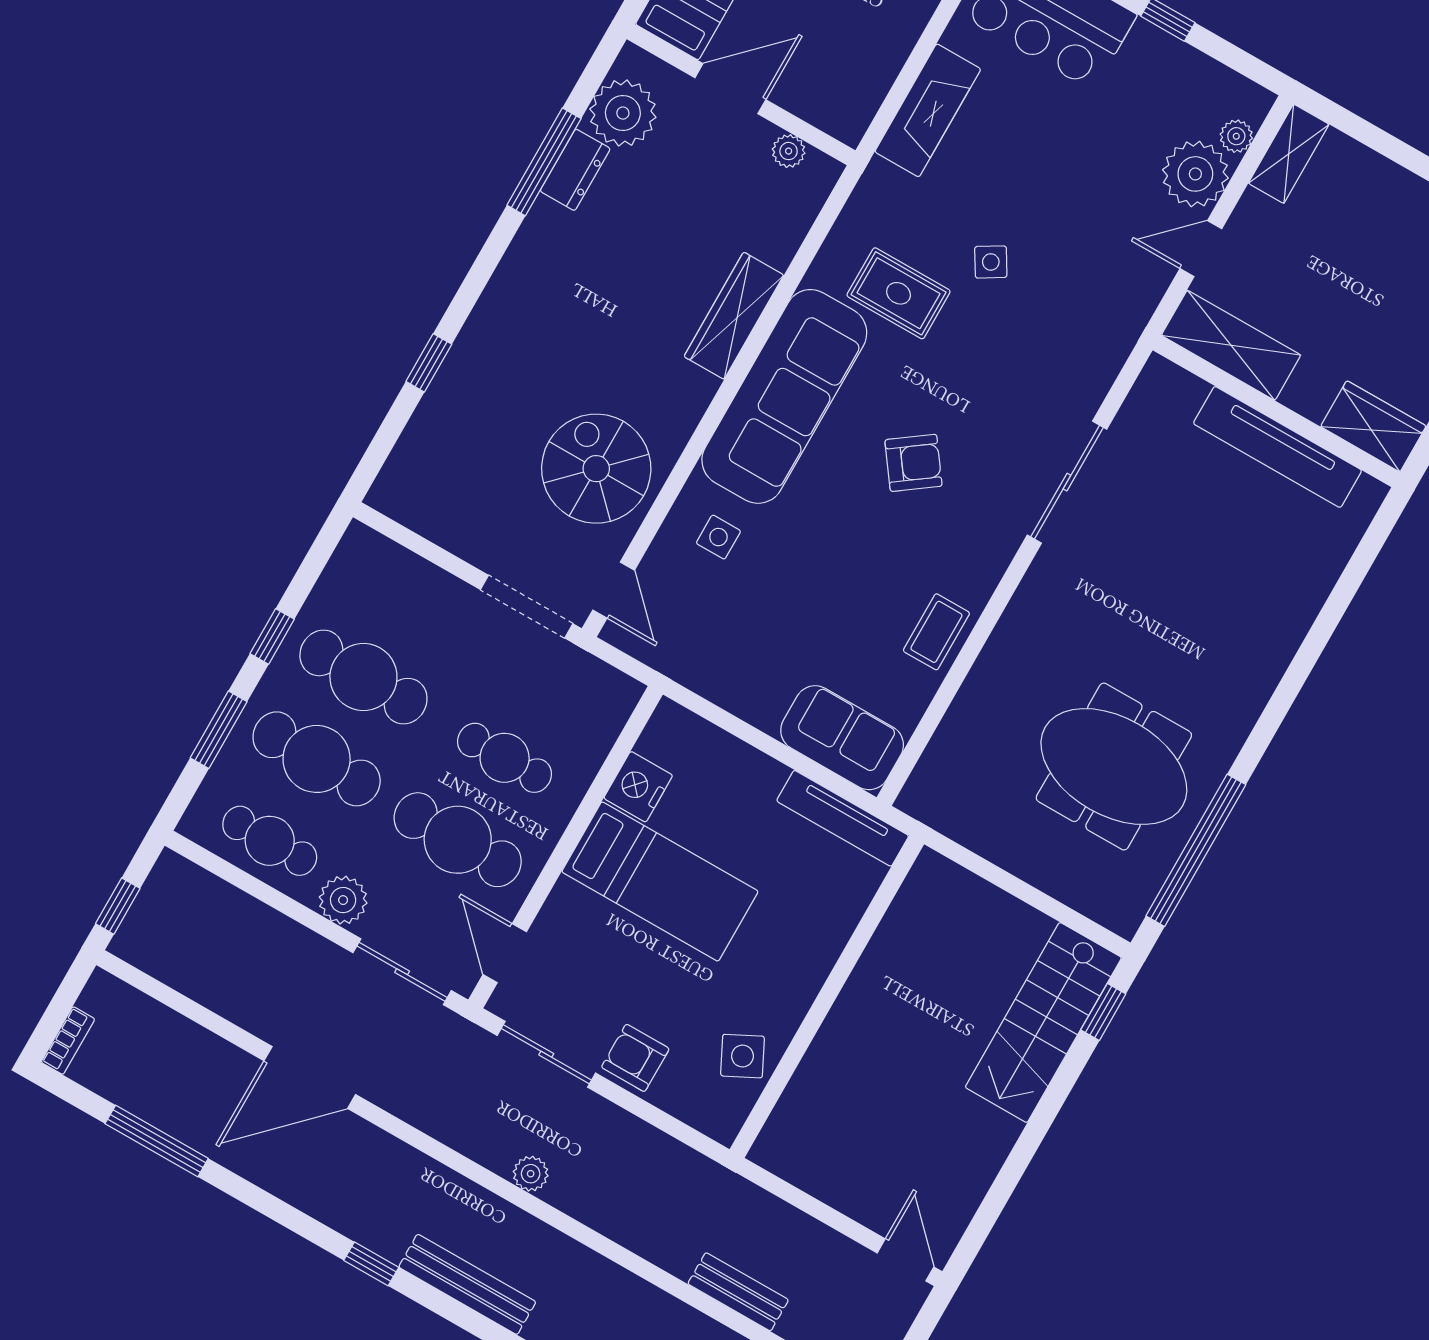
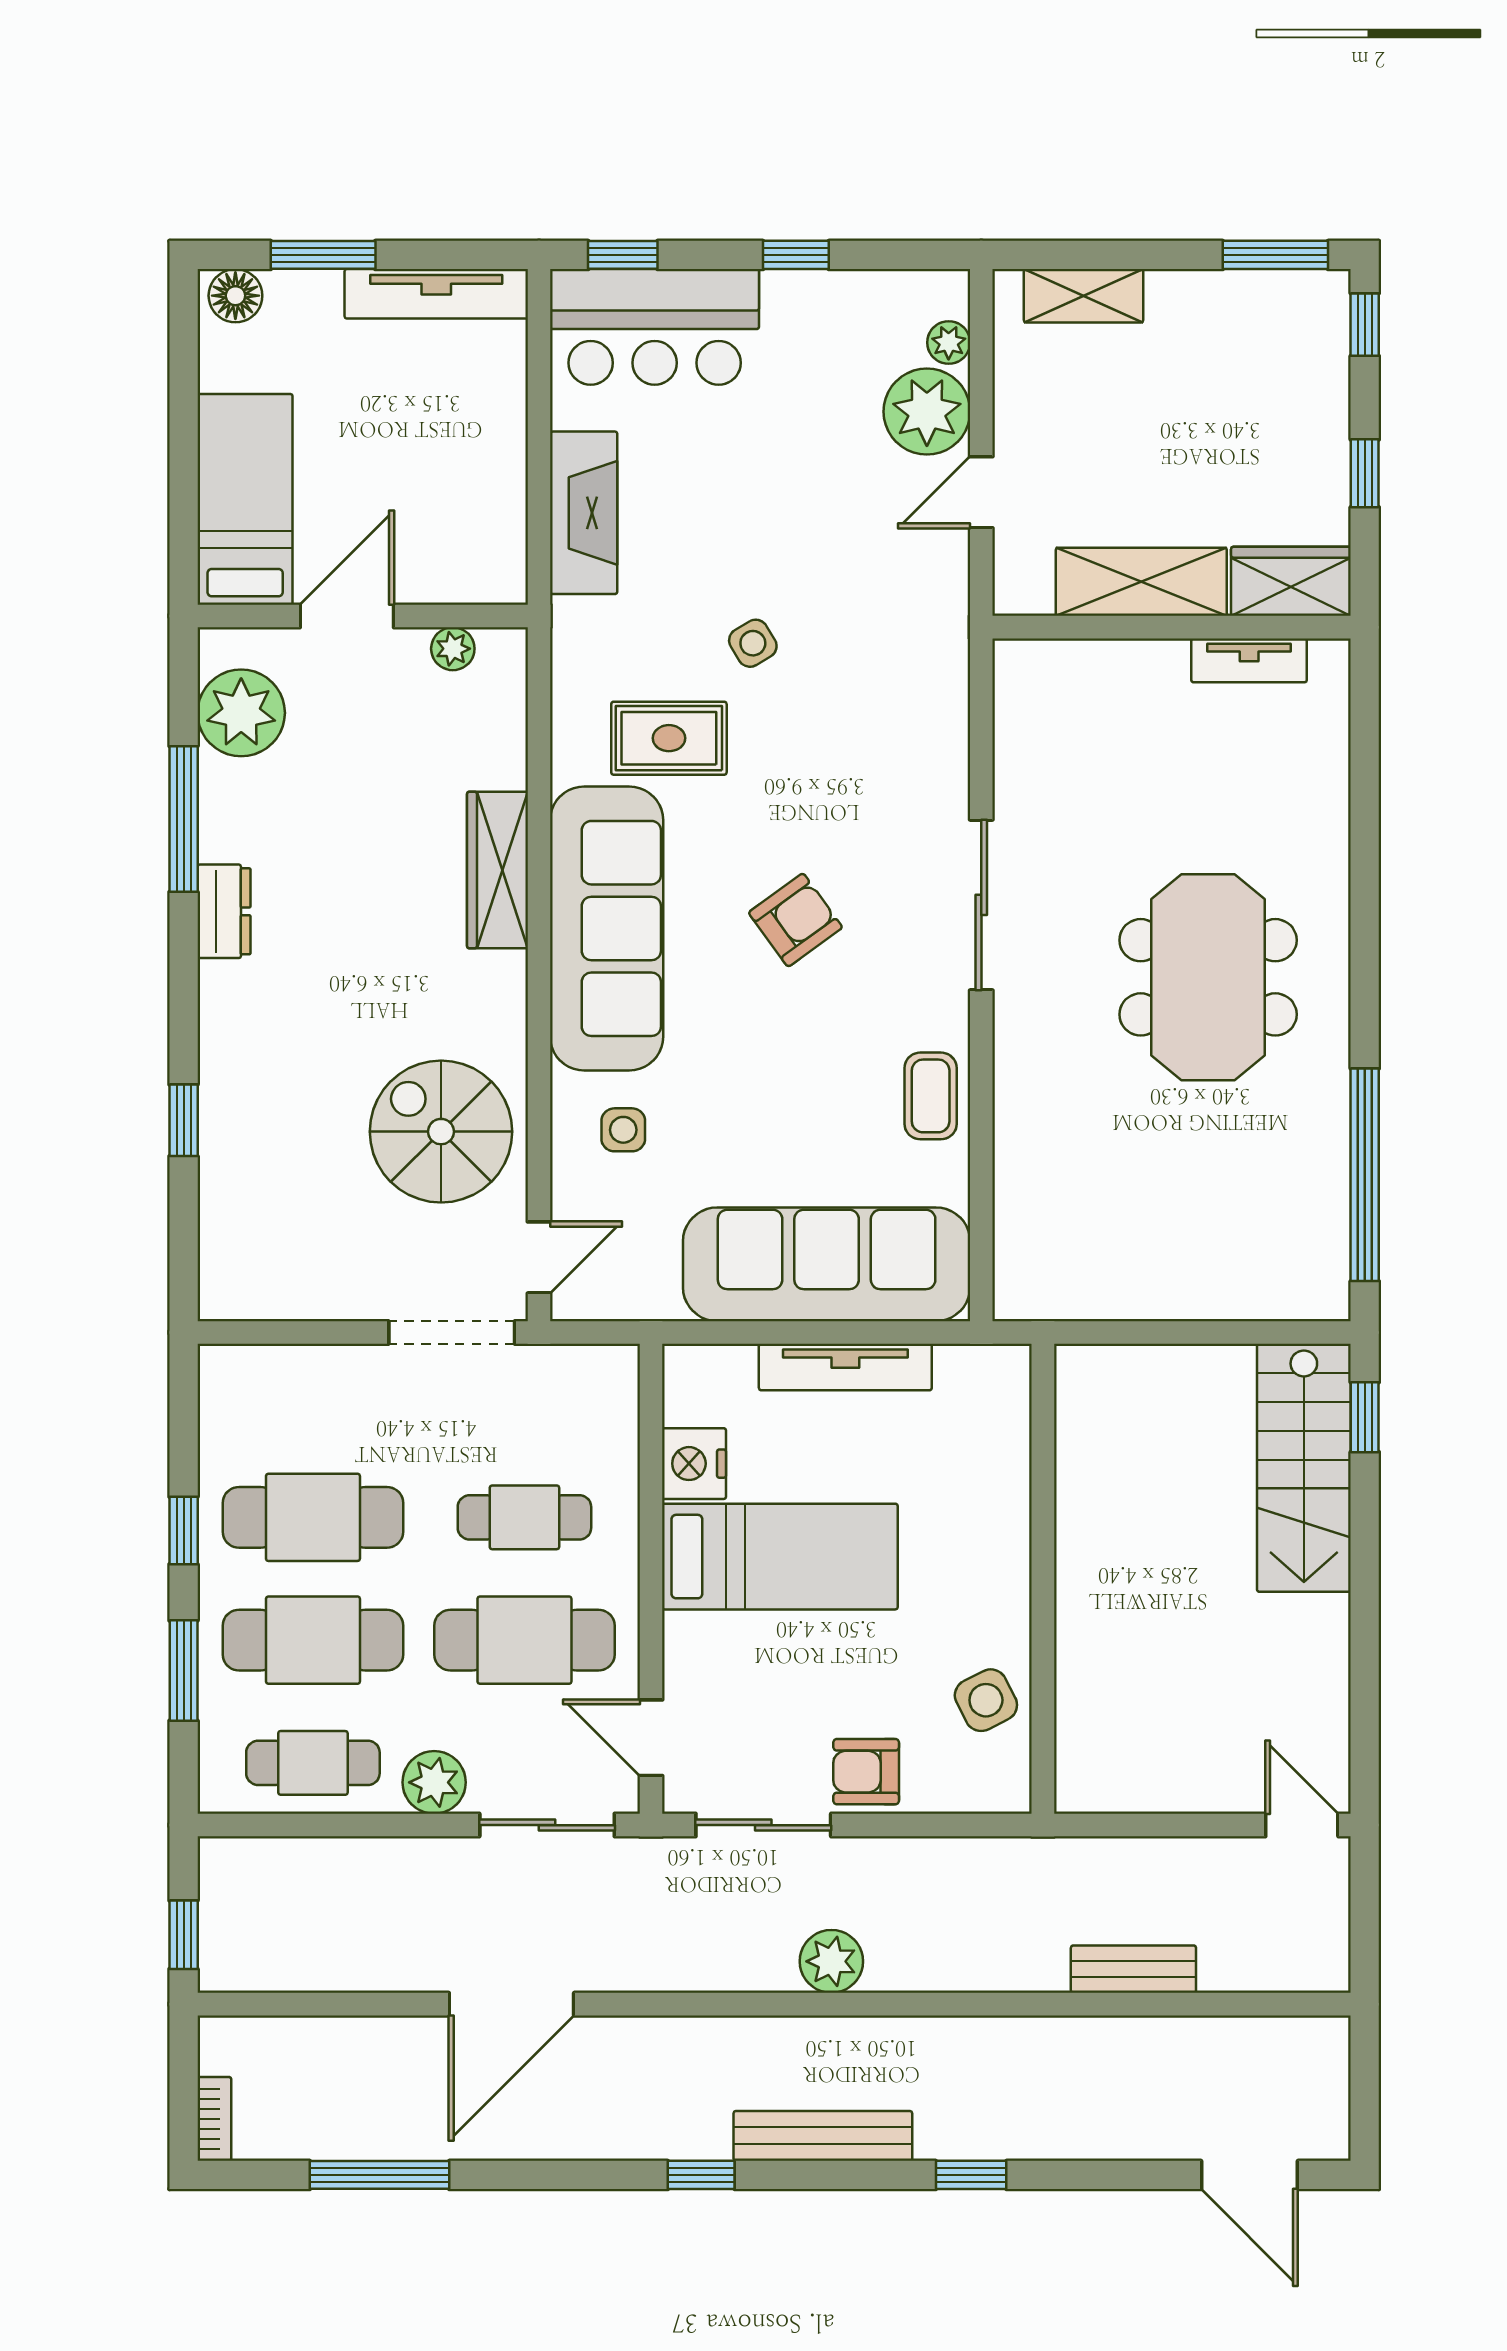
shelving: (1289, 154) -> (1084, 296), moved, turned 90
dresser: (575, 170) -> (224, 911), moved
shelving: (1231, 345) -> (1141, 582), moved
tv unit: (1277, 447) -> (1249, 660), width x0.52, depth x0.78
sliding door: (1067, 482) -> (981, 905), moved
door: (614, 590) -> (539, 1257), hinge flipped
sofa: (842, 738) -> (827, 1264), width x1.85, depth x1.27
meeting table: (1114, 767) -> (1208, 977), moved, turned 90
tv unit: (843, 818) -> (845, 1367), moved
plant: (531, 1174) -> (831, 1961), width x1.38, depth x1.38

